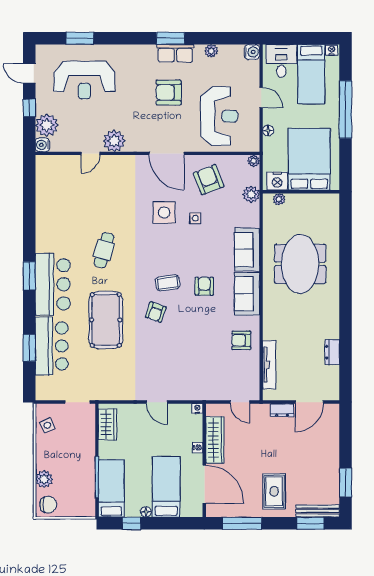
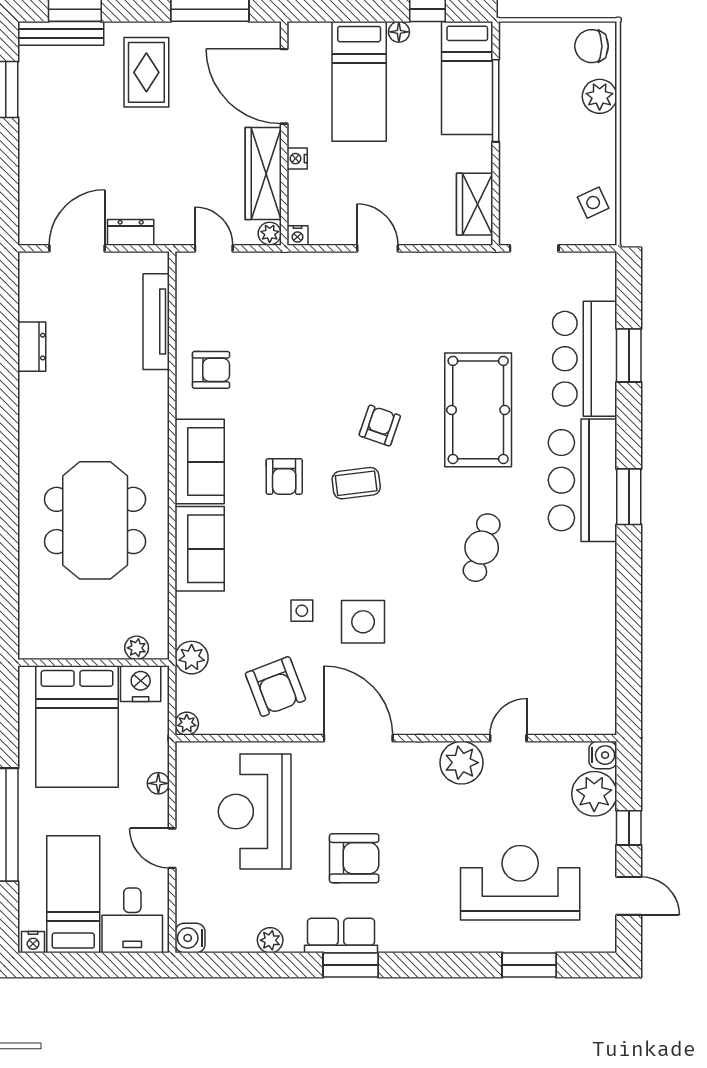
plant: (212, 410) -> (270, 233), added

